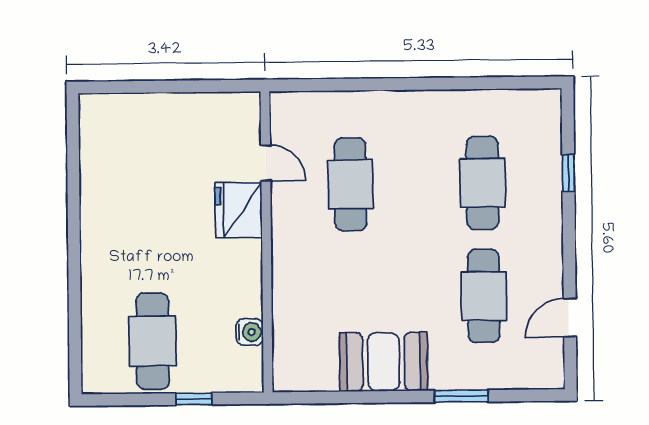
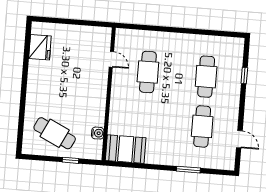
fridge: (238, 210) -> (40, 47), moved, turned 180
door: (570, 317) -> (239, 139), swing flipped
cafe table: (153, 341) -> (55, 133), turned -64
booth: (384, 362) -> (126, 149), moved

